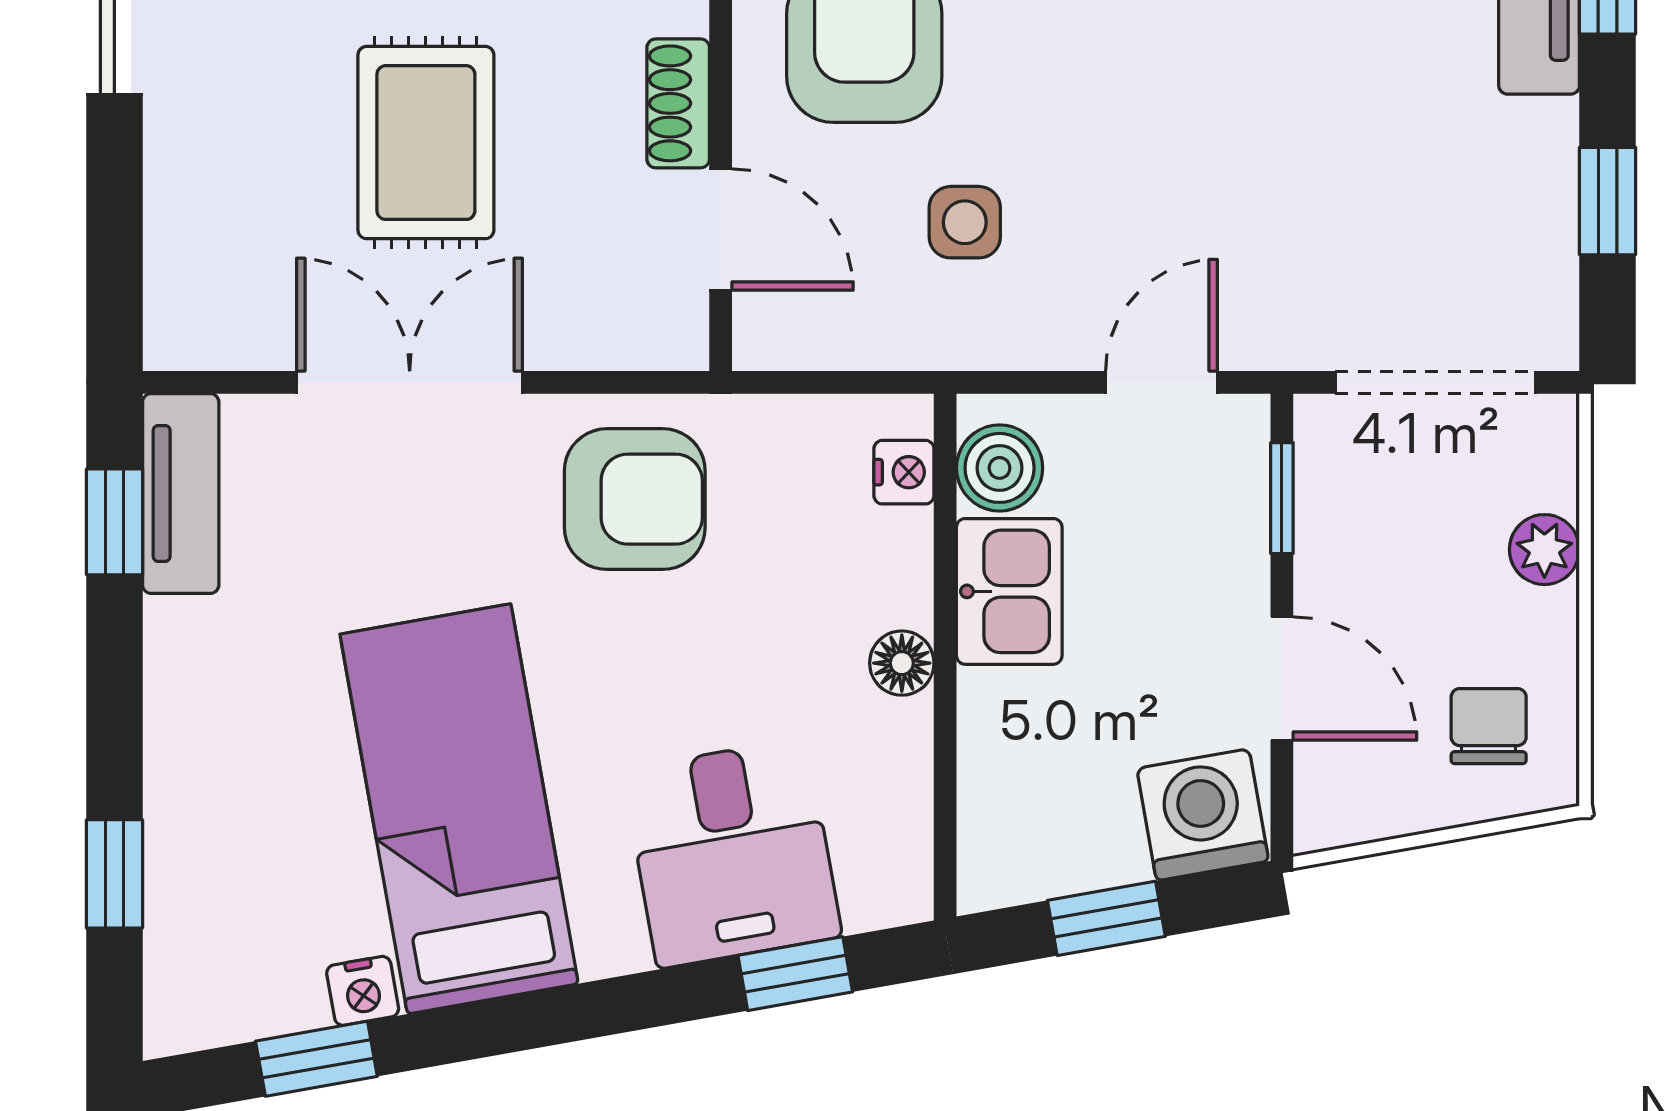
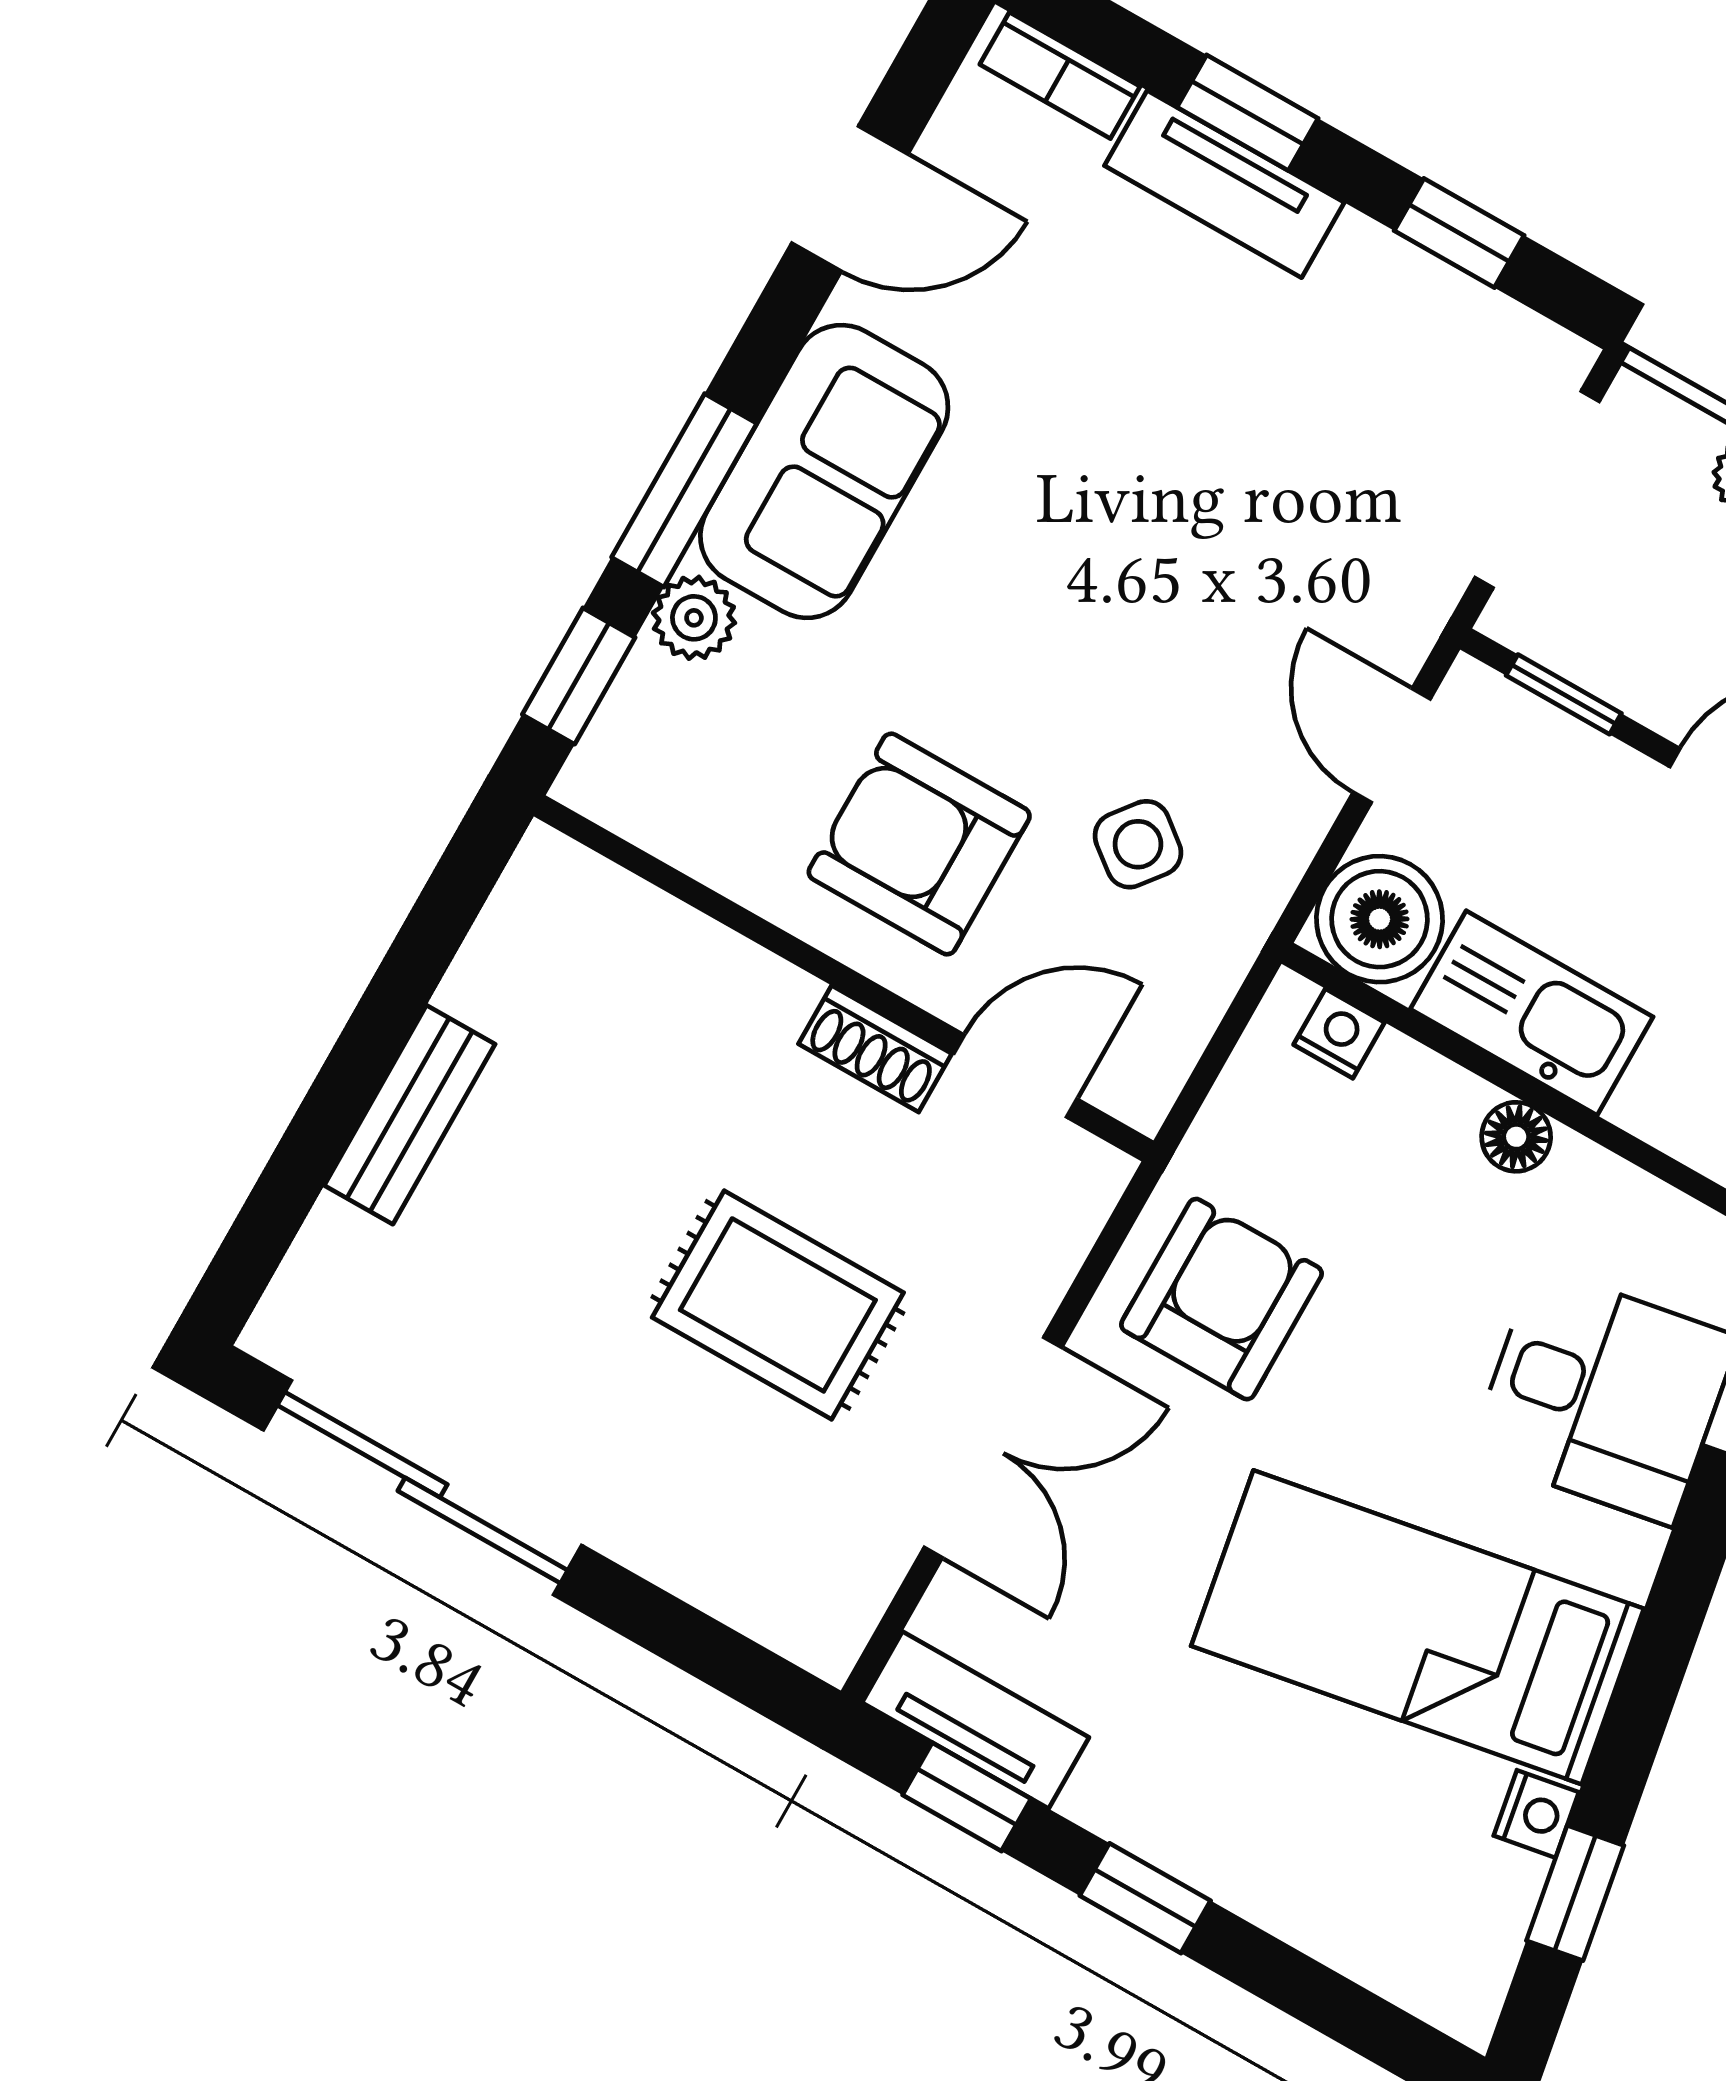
side table: (965, 222) -> (1138, 844), turned 38
double door: (410, 382) -> (993, 1447), swing flipped
boiler: (1000, 468) -> (1380, 919), width x1.36, depth x1.36
kitchen sink: (1009, 591) -> (1532, 1013), width x1.38
window: (114, 874) -> (1145, 1898), moved

